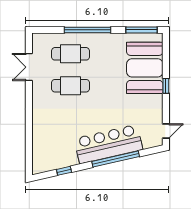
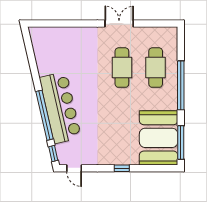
double door: (29, 67) -> (119, 24), moved
booth: (145, 68) -> (159, 138), moved, turned 90
window: (64, 171) -> (53, 153), moved

